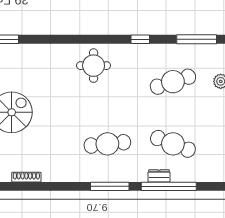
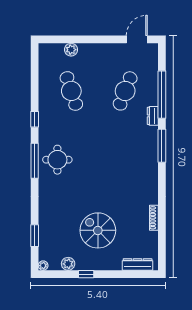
window: (197, 39) -> (35, 161), moved
cafe table: (107, 144) -> (125, 148), removed
dresser: (159, 176) -> (153, 116), moved

